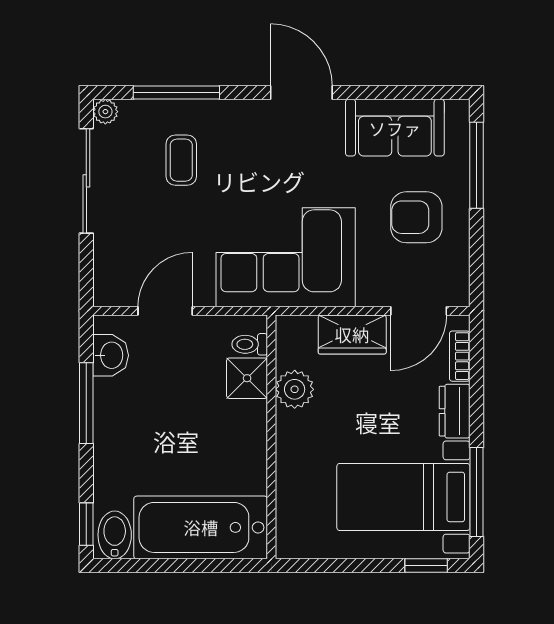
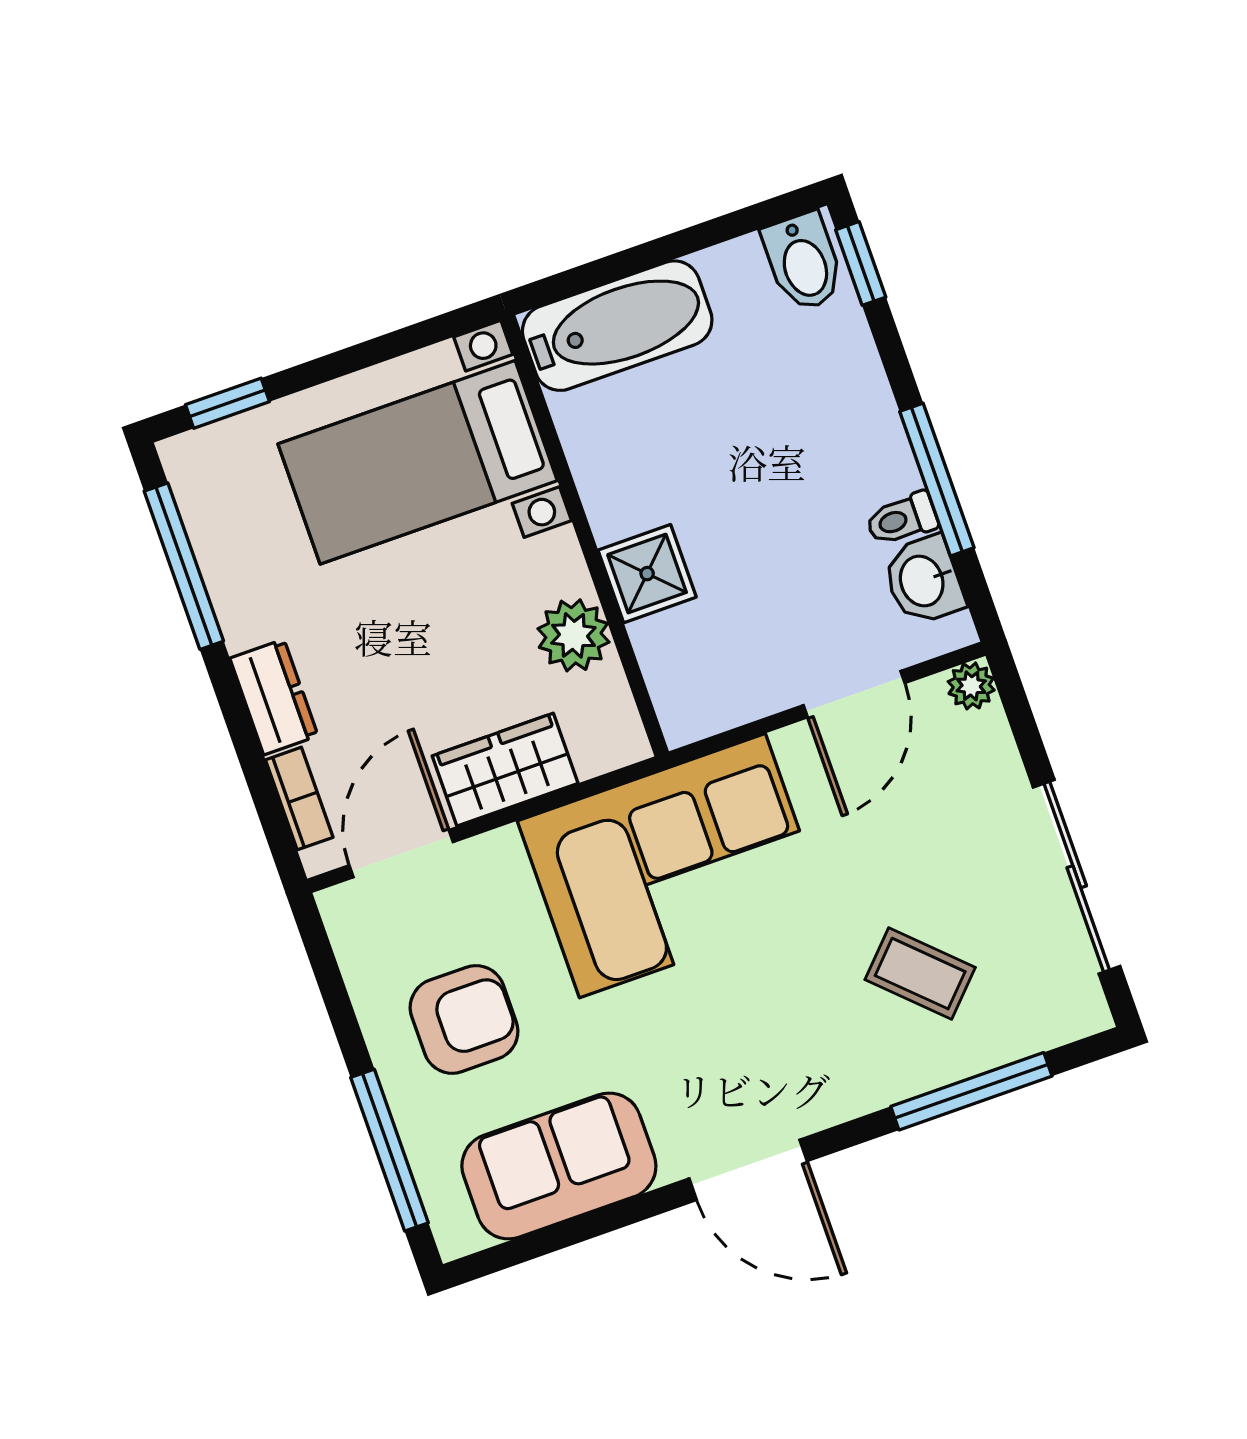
plant: (105, 112) -> (971, 686), moved
coffee table: (181, 160) -> (920, 974), turned -46
toilet: (250, 344) -> (902, 519), moved, turned 180
shower: (247, 378) -> (647, 574), moved
bed with nightstands: (403, 497) -> (418, 462), moved, turned 180
bathtub: (201, 527) -> (617, 326), width x0.73, depth x0.73

